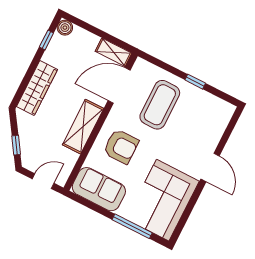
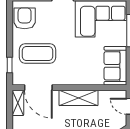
window: (195, 82) -> (10, 65), moved
armchair: (121, 146) -> (25, 18), moved

